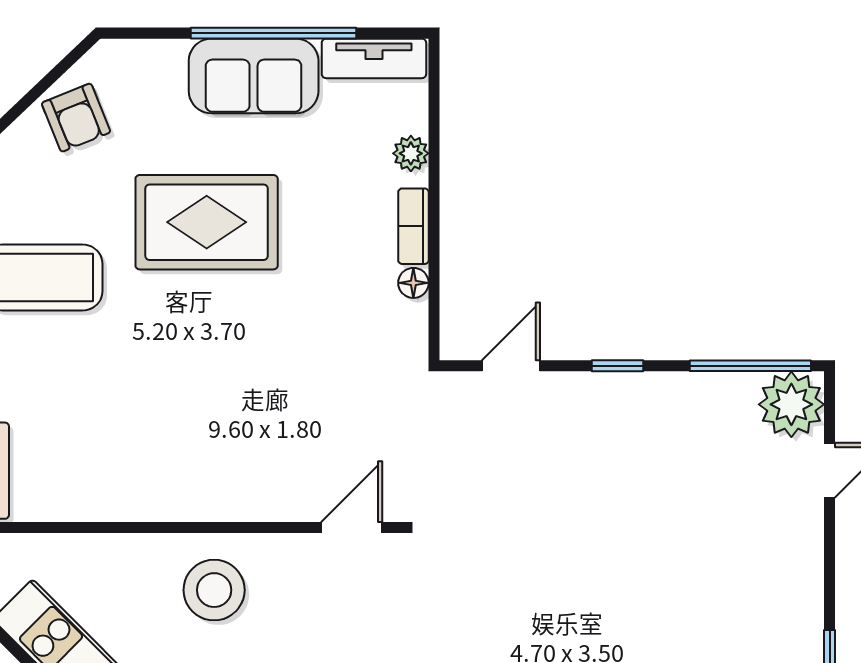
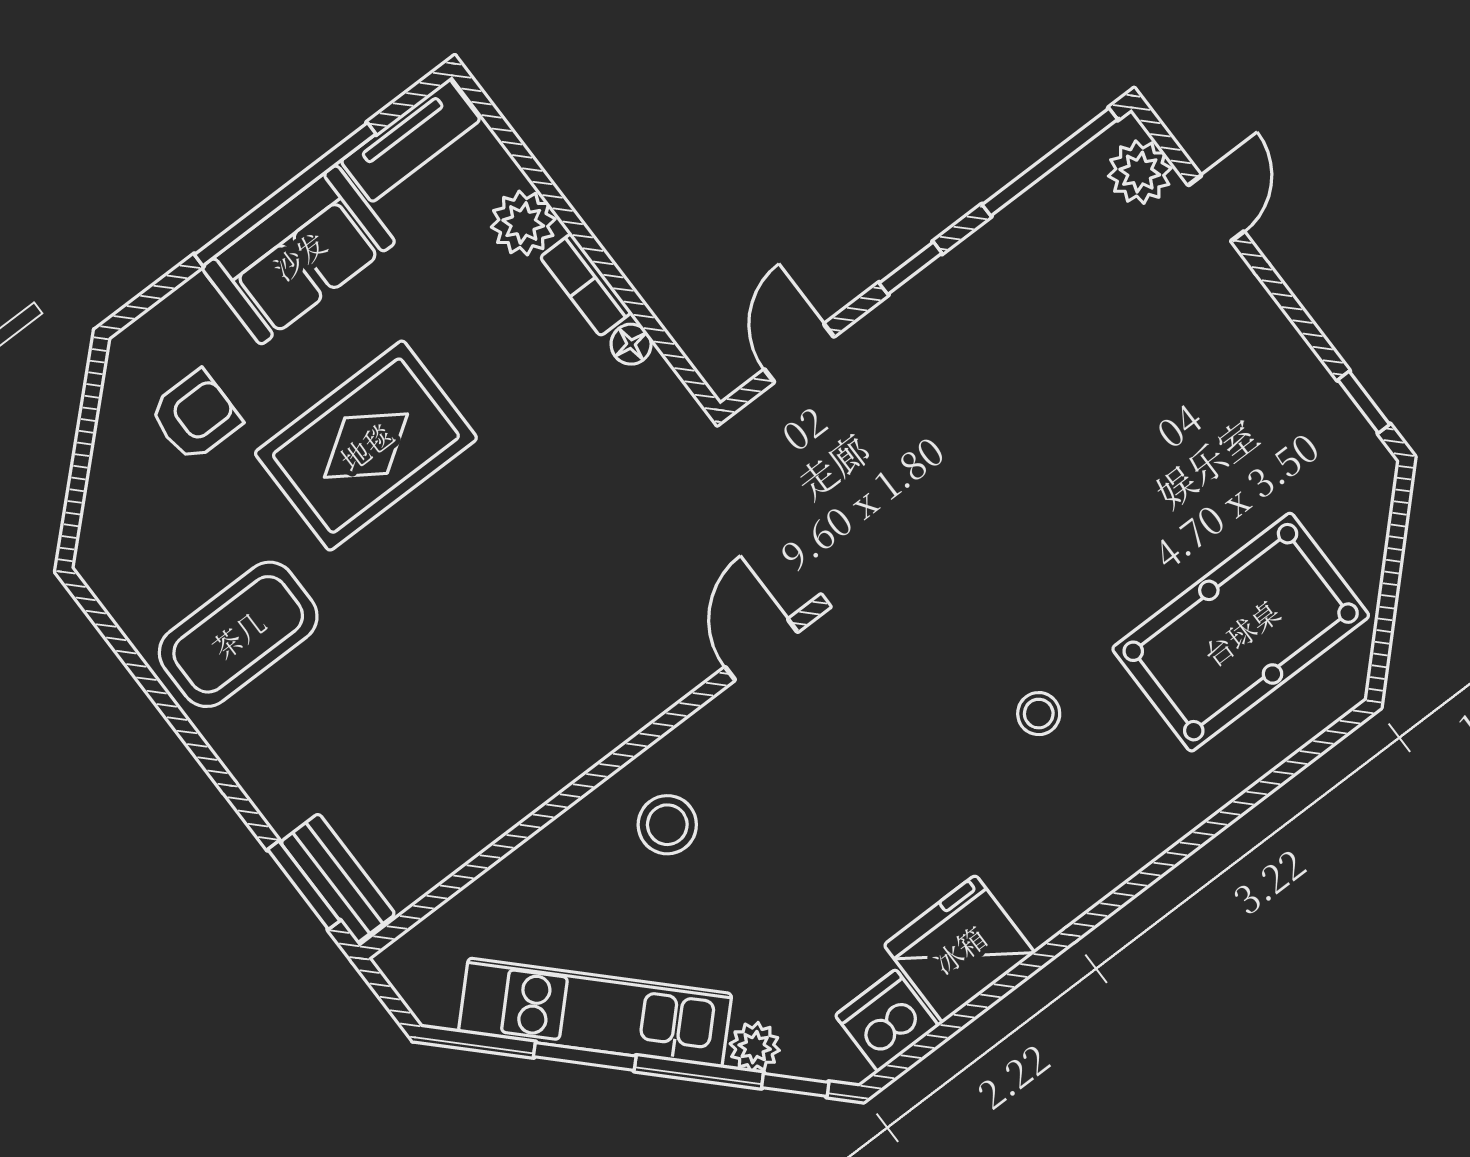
armchair: (76, 118) -> (195, 416), moved, turned -68
plant: (411, 153) -> (523, 223), width x1.38, depth x1.38
plant: (791, 404) -> (1140, 172), width x0.73, depth x0.73
stool: (214, 590) -> (667, 825), width x0.73, depth x0.73

